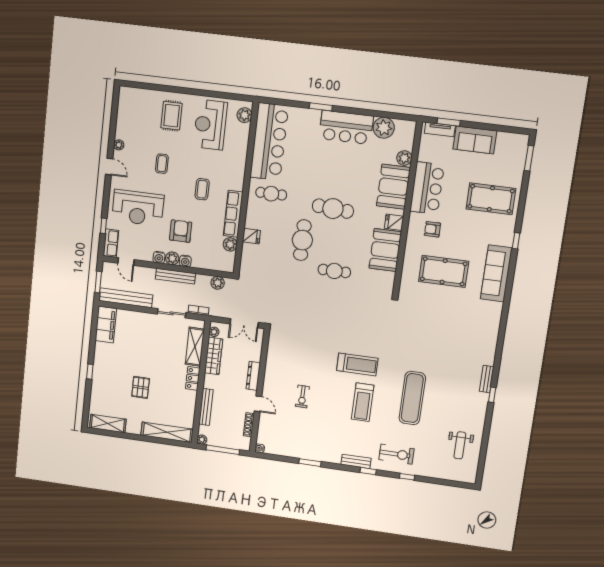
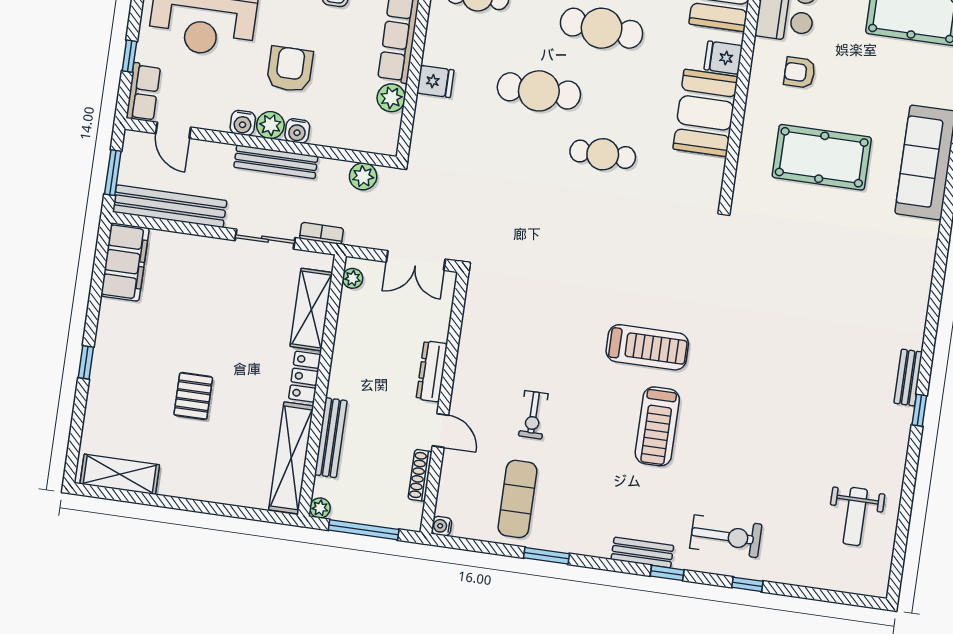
cafe table: (302, 240) -> (539, 91), turned 90
wardrobe: (214, 356) -> (350, 329), removed
exercise mat: (412, 398) -> (517, 499), moved, width x0.73, depth x0.69
shelving: (167, 432) -> (291, 458), moved, turned 90

